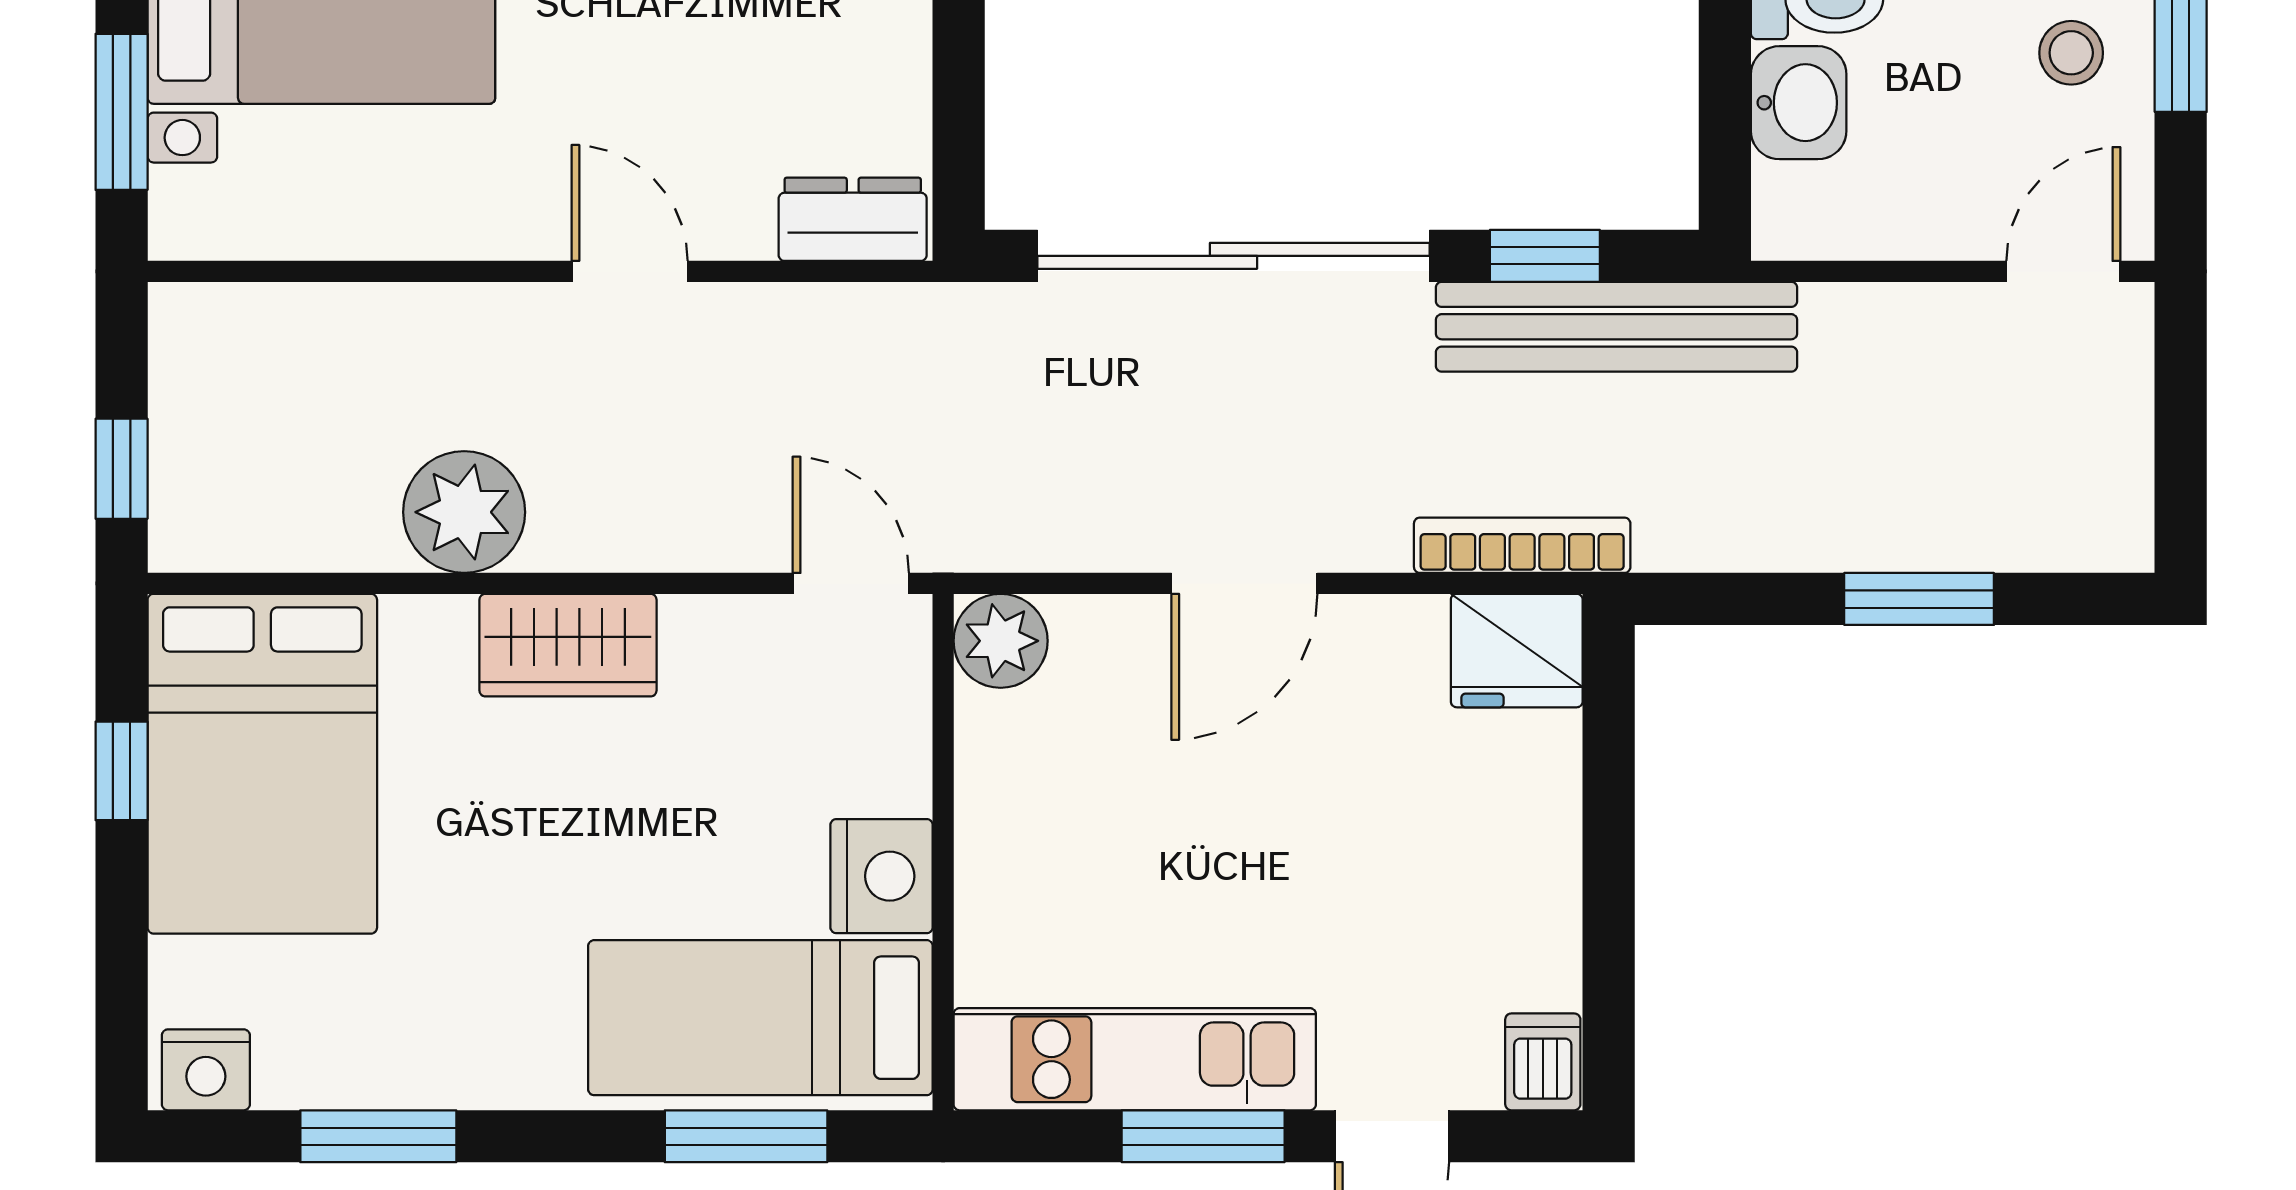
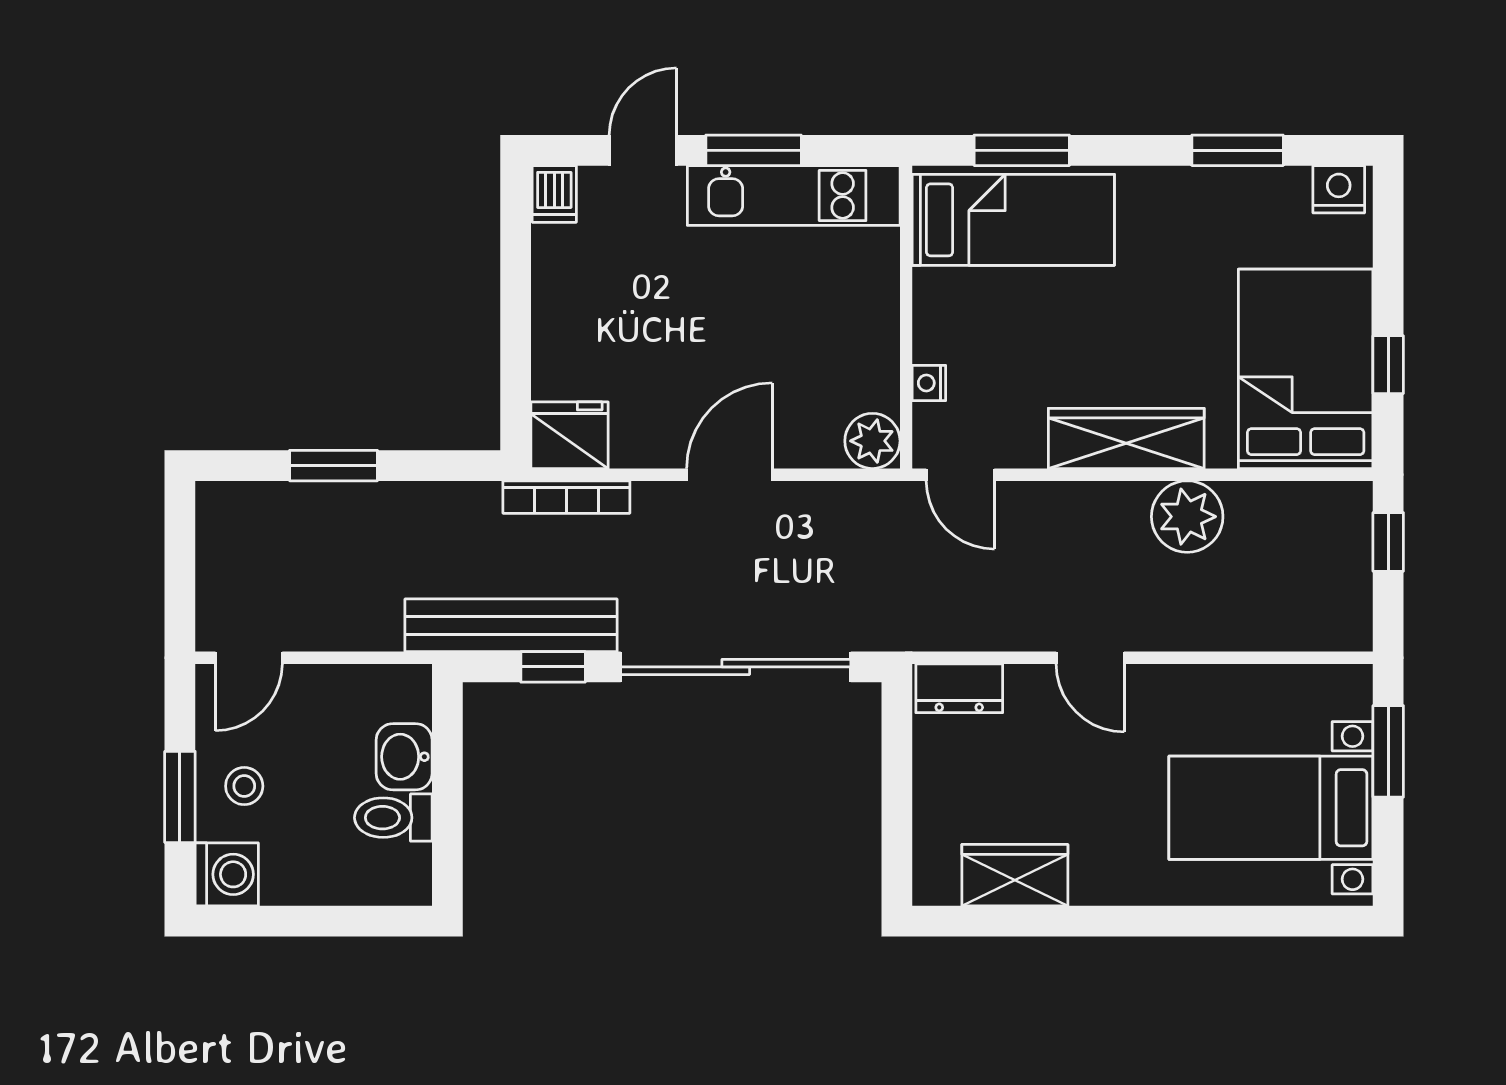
wardrobe: (568, 645) -> (1126, 438), width x1.50
nightstand: (882, 876) -> (929, 383), moved, width x0.53, depth x0.56

